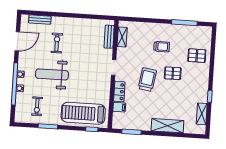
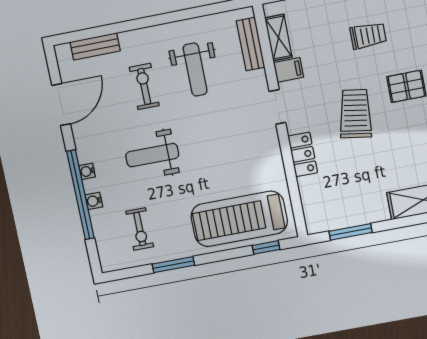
weight bench: (82, 41) -> (195, 70), added
weight bench: (52, 74) -> (152, 155), width x0.73, depth x0.75
filing cabinet: (119, 107) -> (289, 70), moved

